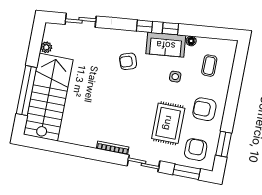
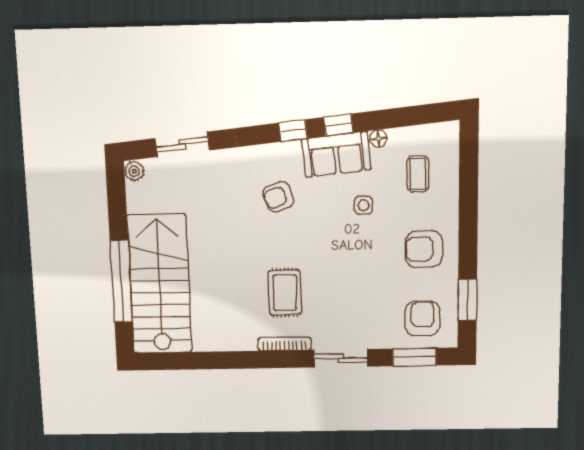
plant: (46, 47) -> (134, 171), moved
rug: (168, 123) -> (285, 293), moved, width x0.73, depth x0.70

